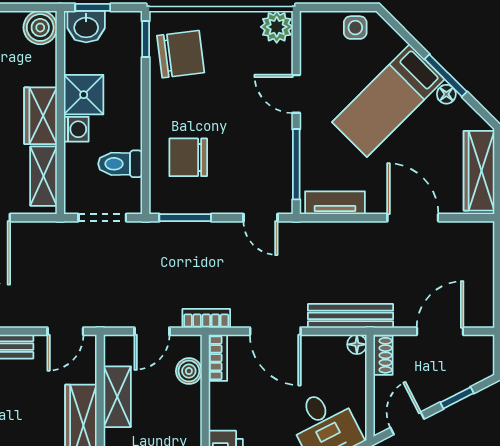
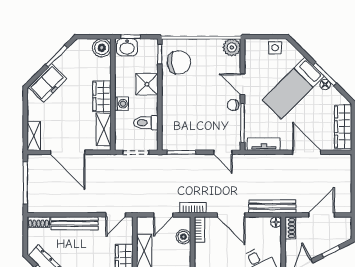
shower: (84, 95) -> (147, 84), moved
chair: (188, 157) -> (233, 105), moved, width x0.54, depth x0.54

